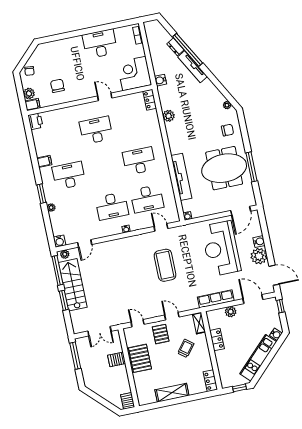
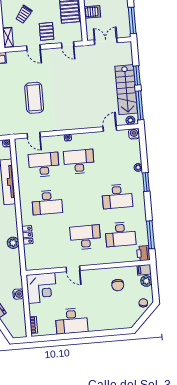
water cooler: (160, 80) -> (18, 294), moved
locker: (150, 100) -> (27, 235), moved
desk: (96, 130) -> (85, 237), turned 180
desk: (61, 138) -> (120, 234), added
window: (30, 141) -> (151, 235), added
filing cabinet: (44, 161) -> (139, 213), removed

